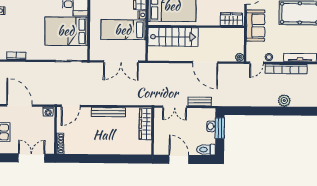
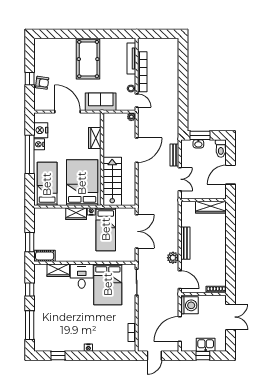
wardrobe: (231, 19) -> (95, 138), moved
plant: (284, 101) -> (173, 258), moved
washing machine: (48, 112) -> (189, 305), width x1.89, depth x1.89
wardrobe: (146, 124) -> (211, 207), moved
double door: (32, 158) -> (231, 317), swing flipped

